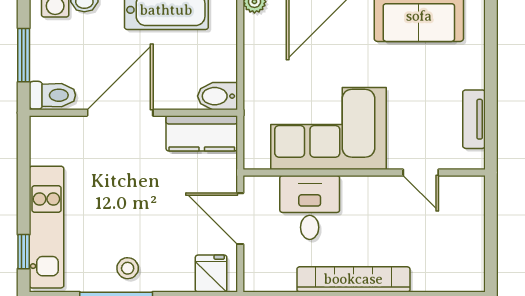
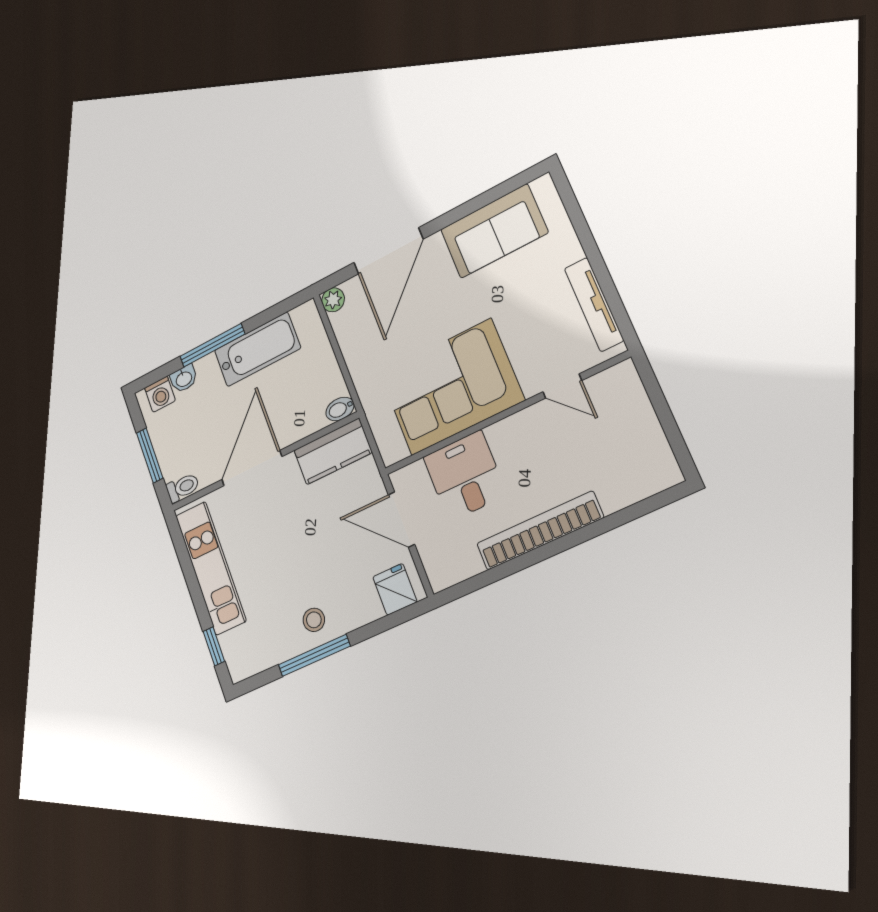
toilet: (52, 95) -> (183, 487), width x0.73, depth x0.72
bidet: (217, 96) -> (340, 409), width x0.72, depth x0.74
tv unit: (474, 119) -> (594, 304), width x1.41
kitchen unit: (46, 227) -> (211, 568), moved

